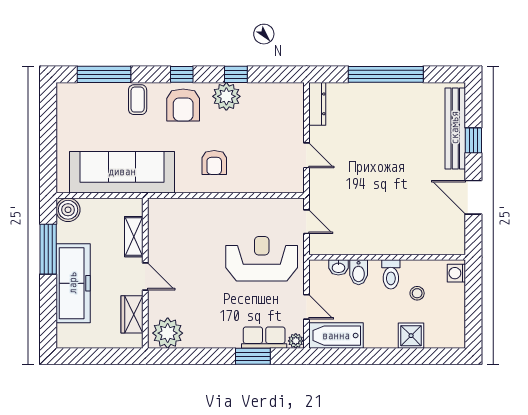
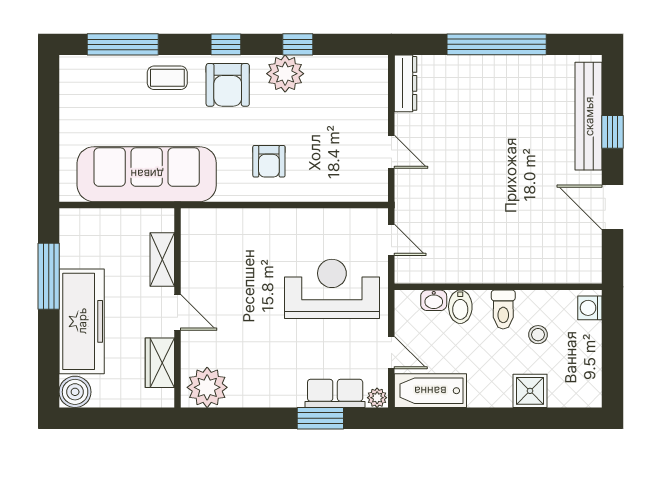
coffee table: (138, 100) -> (167, 78), turned 90
boiler: (68, 210) -> (75, 392), moved

